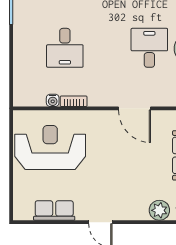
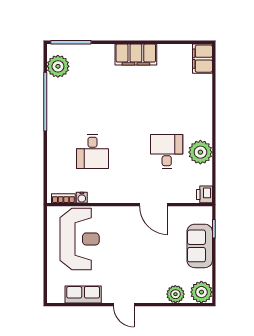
bookcase: (74, 101) -> (63, 198), moved
reception desk: (50, 147) -> (80, 239), turned 90

